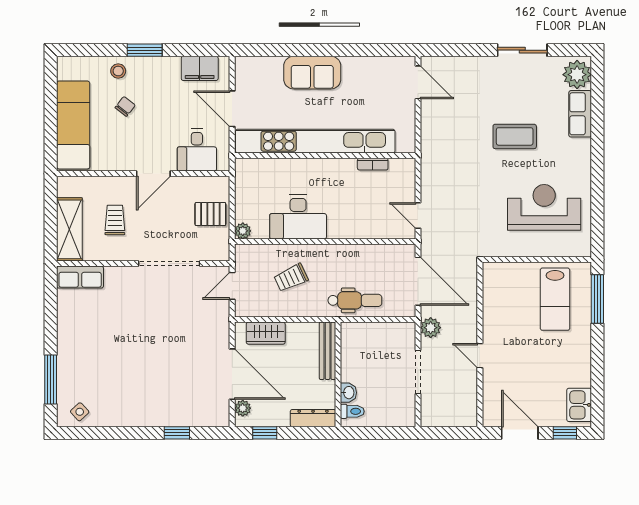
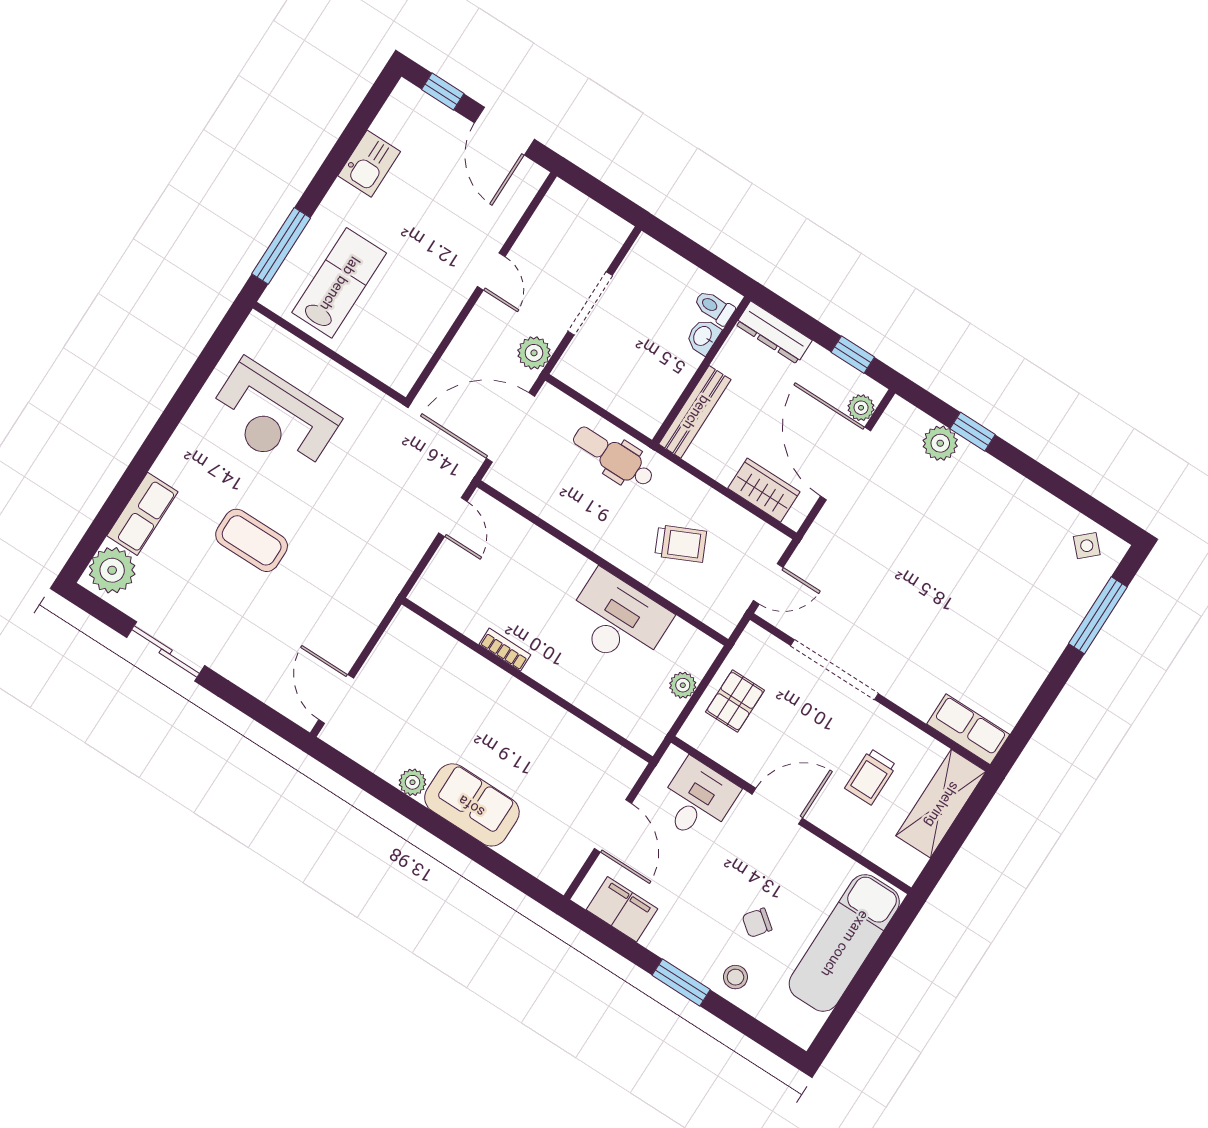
plant: (351, 65) -> (412, 782), added
kitchen unit: (315, 141) -> (528, 709), removed
bookcase: (373, 164) -> (505, 650), moved
pallet: (210, 214) -> (735, 701), turned 90
plant: (243, 231) -> (683, 685), moved
door: (418, 281) -> (511, 427), hinge flipped
kitchen sink: (579, 405) -> (369, 164), moved
plant: (190, 416) -> (940, 443), added

